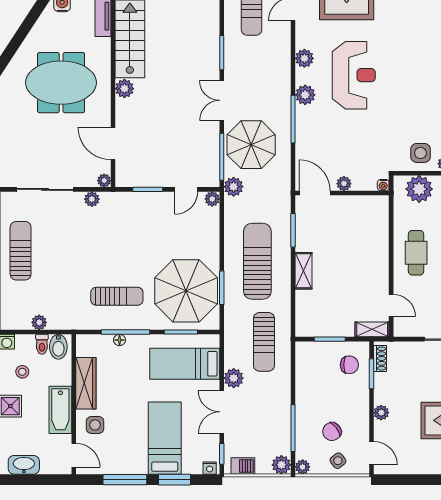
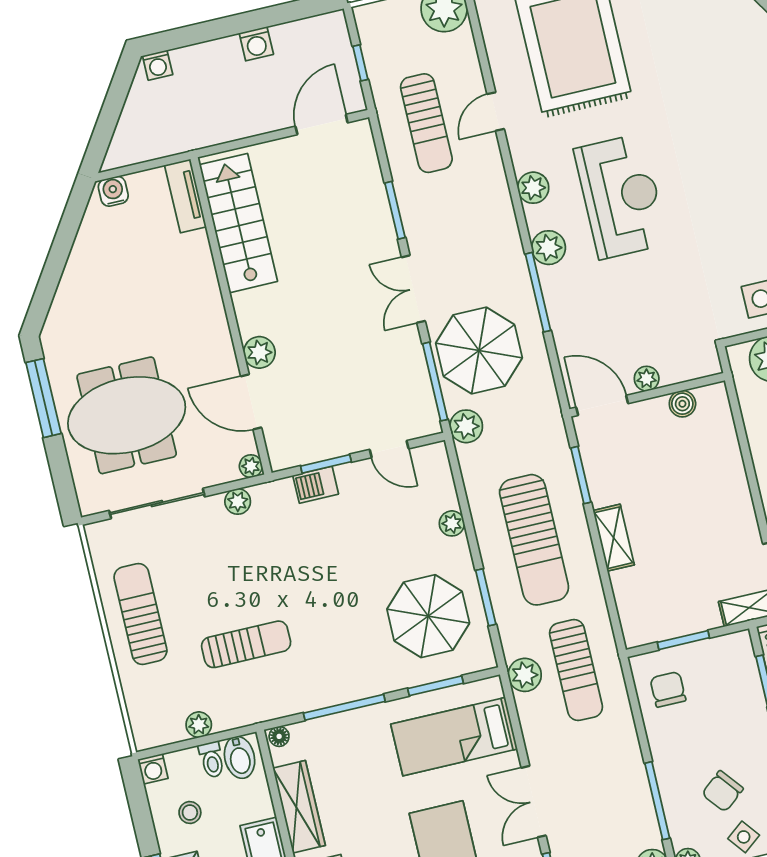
meeting table: (61, 83) -> (127, 415), moved
plant: (124, 89) -> (259, 352), moved
water cooler: (383, 185) -> (712, 366), removed
door: (186, 189) -> (389, 449), hinge flipped
plant: (212, 199) -> (452, 523), moved
barbecue: (139, 200) -> (316, 485), added
boiler: (361, 203) -> (682, 404), added
sun lounger: (257, 261) -> (534, 540), turned 180
parasol: (186, 291) -> (428, 616), width x0.73, depth x0.73
sun lounger: (117, 296) -> (246, 644), moved
floor lamp: (120, 340) -> (279, 736), moved
chair: (349, 365) -> (668, 689), moved, turned -90
plant: (234, 378) -> (525, 675), moved

